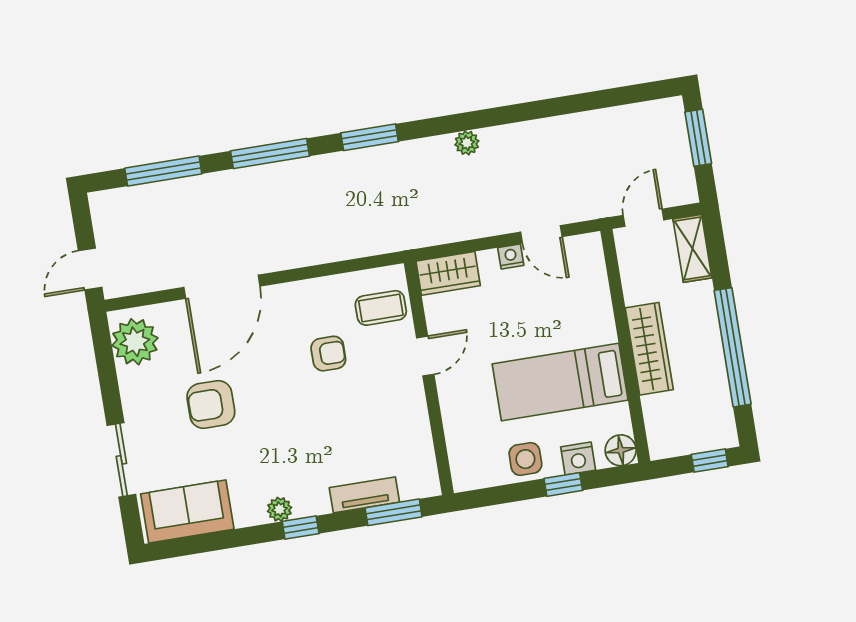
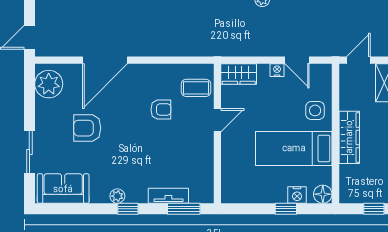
side table: (525, 459) -> (315, 110), moved

